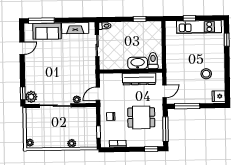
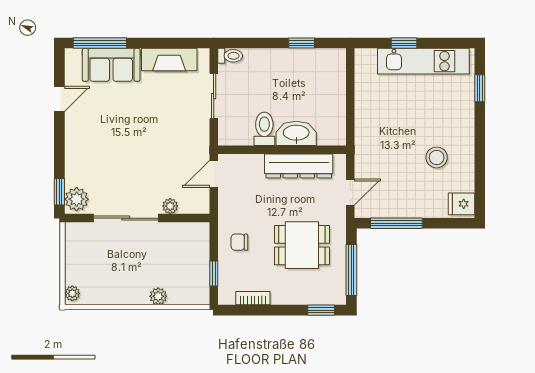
toilet: (153, 61) -> (264, 129), moved
door: (98, 94) -> (214, 174), moved

